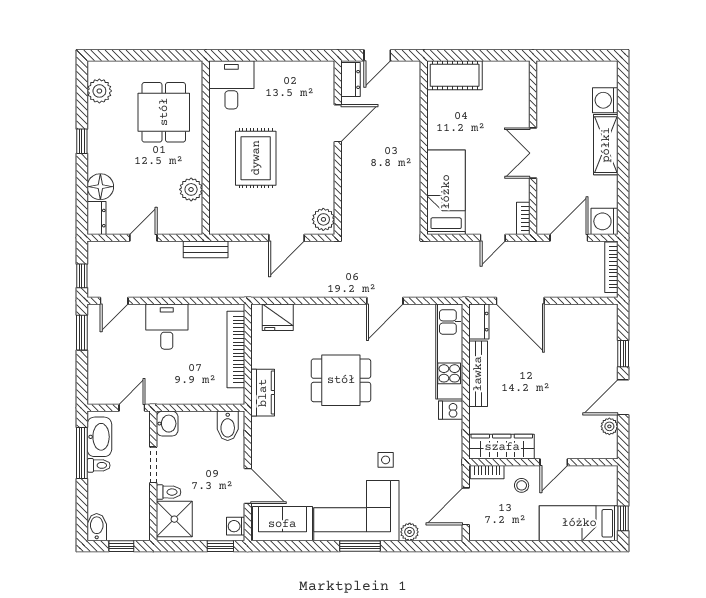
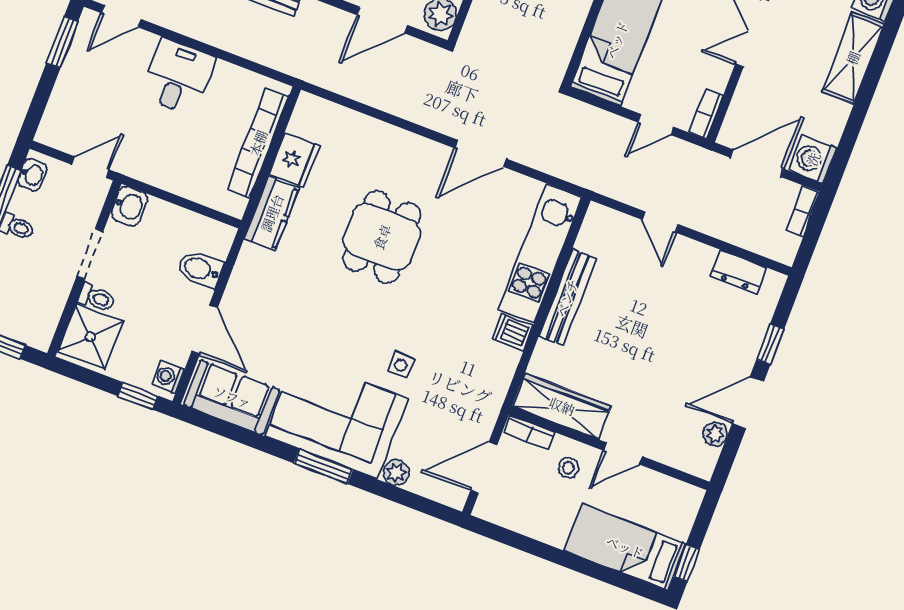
bookcase: (611, 267) -> (803, 212), width x0.64
door: (520, 301) -> (660, 222), width x0.53
fridge: (278, 317) -> (294, 160), moved, turned -90
dresser: (479, 322) -> (739, 272), moved, turned 90
dining table: (341, 380) -> (382, 237), turned 90
bidet: (228, 426) -> (200, 269), moved, turned 90
washbasin: (99, 437) -> (32, 175), width x0.52, depth x0.69

